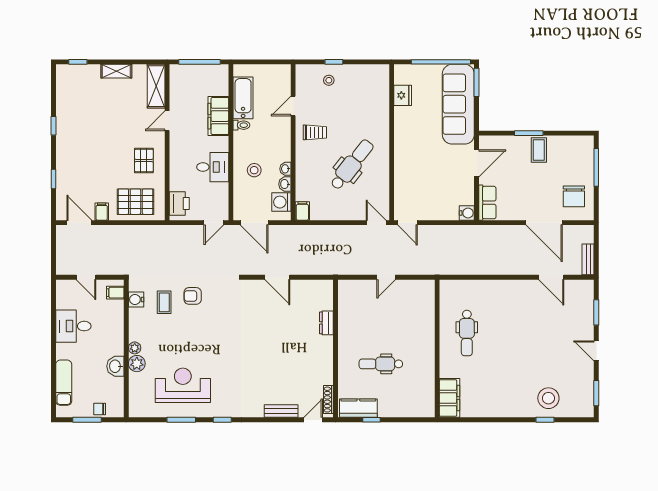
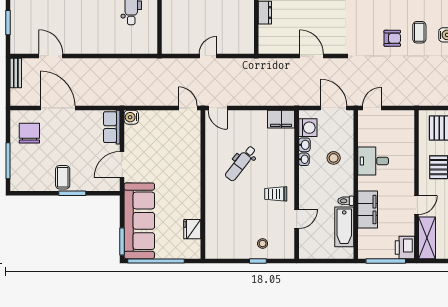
dental chair: (352, 165) -> (241, 163), width x0.73, depth x0.72
printer: (179, 204) -> (405, 247), moved
filing cabinet: (302, 211) -> (281, 119), width x2.00

